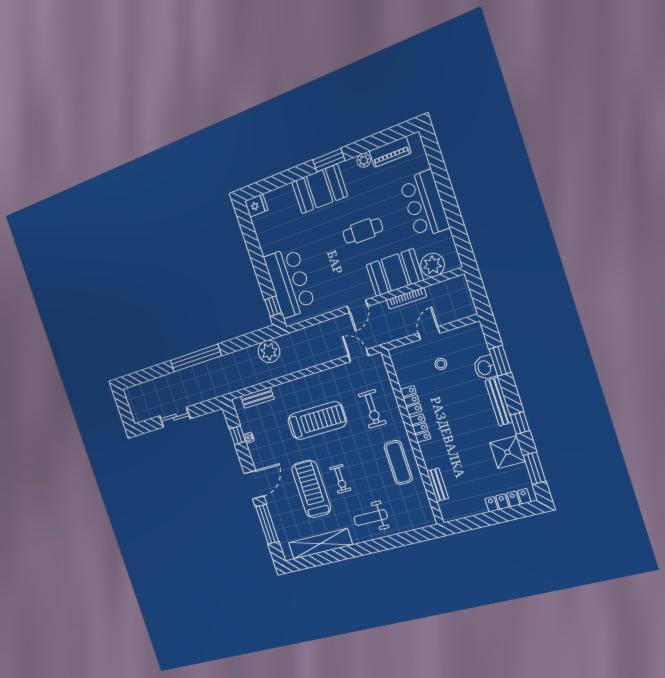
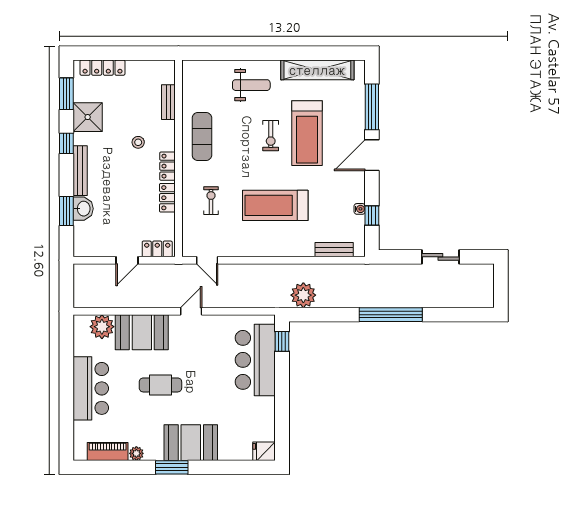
bookcase: (406, 298) -> (138, 302), removed
locker: (405, 352) -> (157, 249), added
stool: (441, 364) -> (138, 142), moved
exercise bike: (372, 409) -> (211, 201), width x0.73, depth x0.72
exercise bike: (340, 479) -> (271, 136), turned 180

